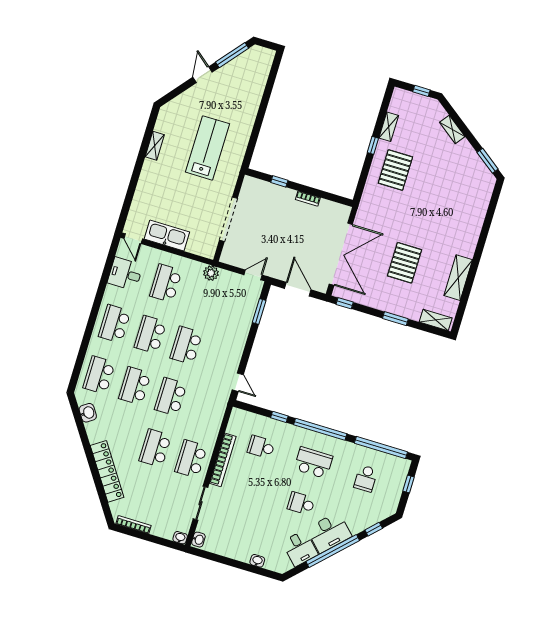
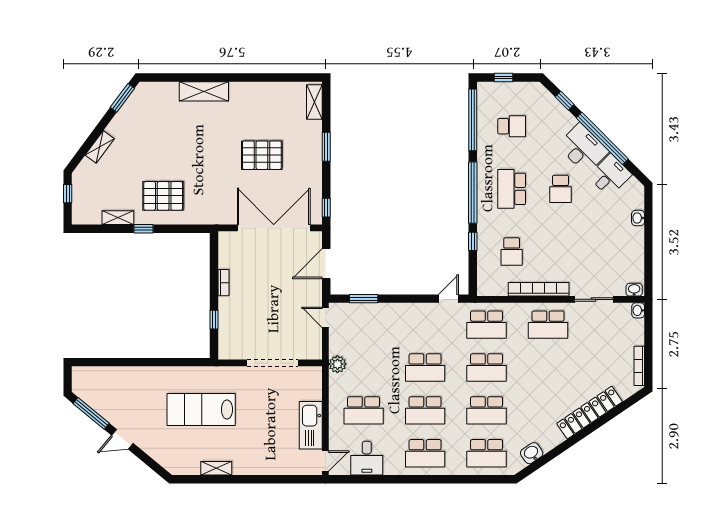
shelving: (458, 278) -> (204, 91), moved
school desk: (155, 448) -> (487, 325), moved

